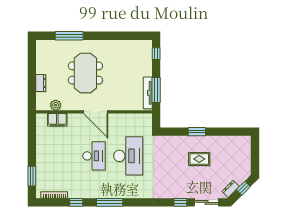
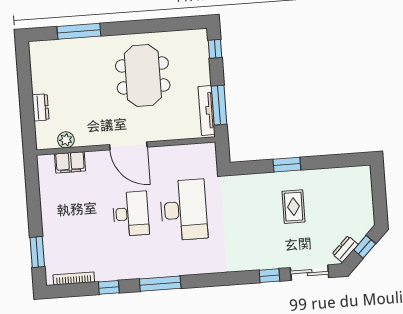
meeting table: (85, 73) -> (143, 76), moved
rug: (199, 159) -> (293, 207), turned 90

